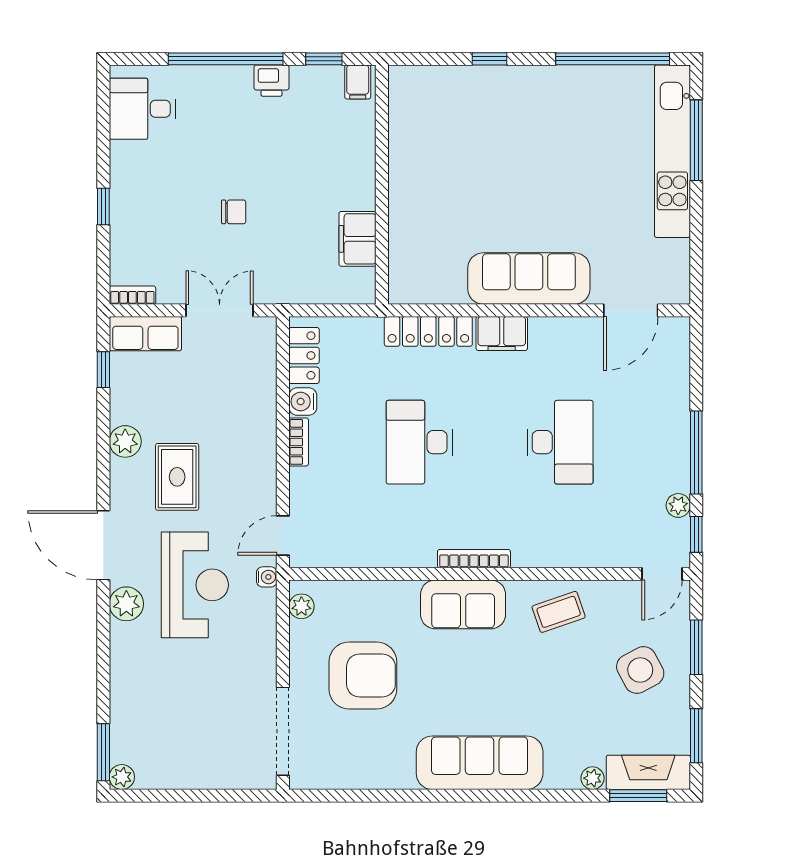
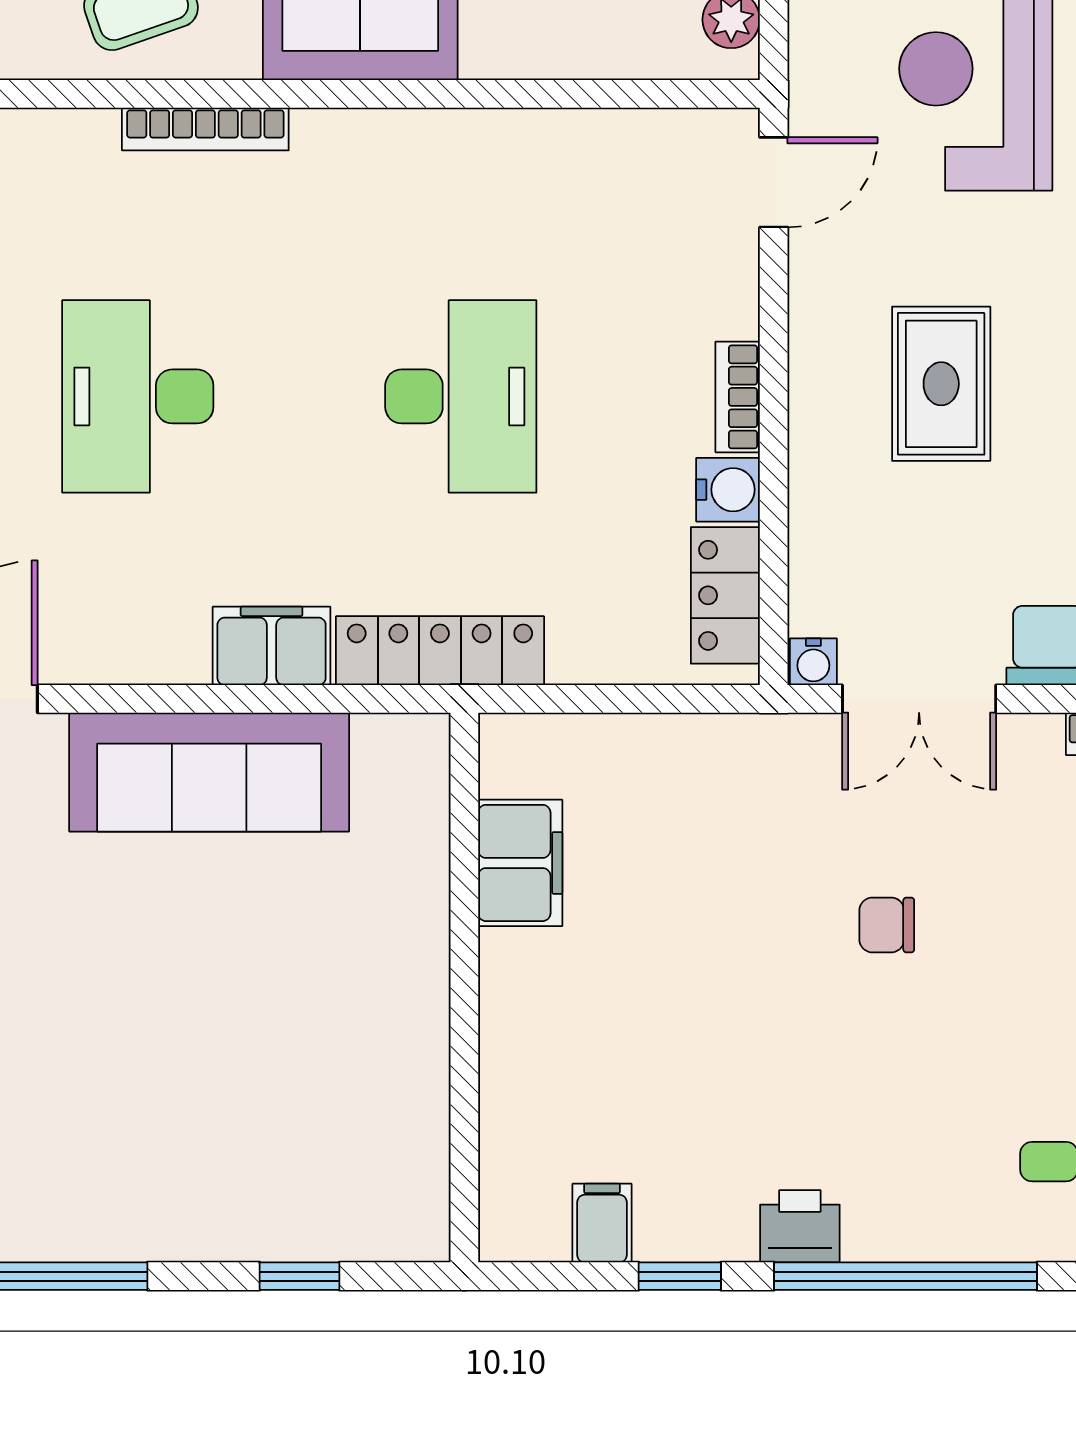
wall: (382, 185) -> (464, 988), moved
filing cabinet: (357, 239) -> (520, 863), moved
rug: (177, 477) -> (941, 384), moved
bookcase: (474, 559) -> (205, 129), moved
water cooler: (267, 577) -> (813, 662), moved, turned -90

